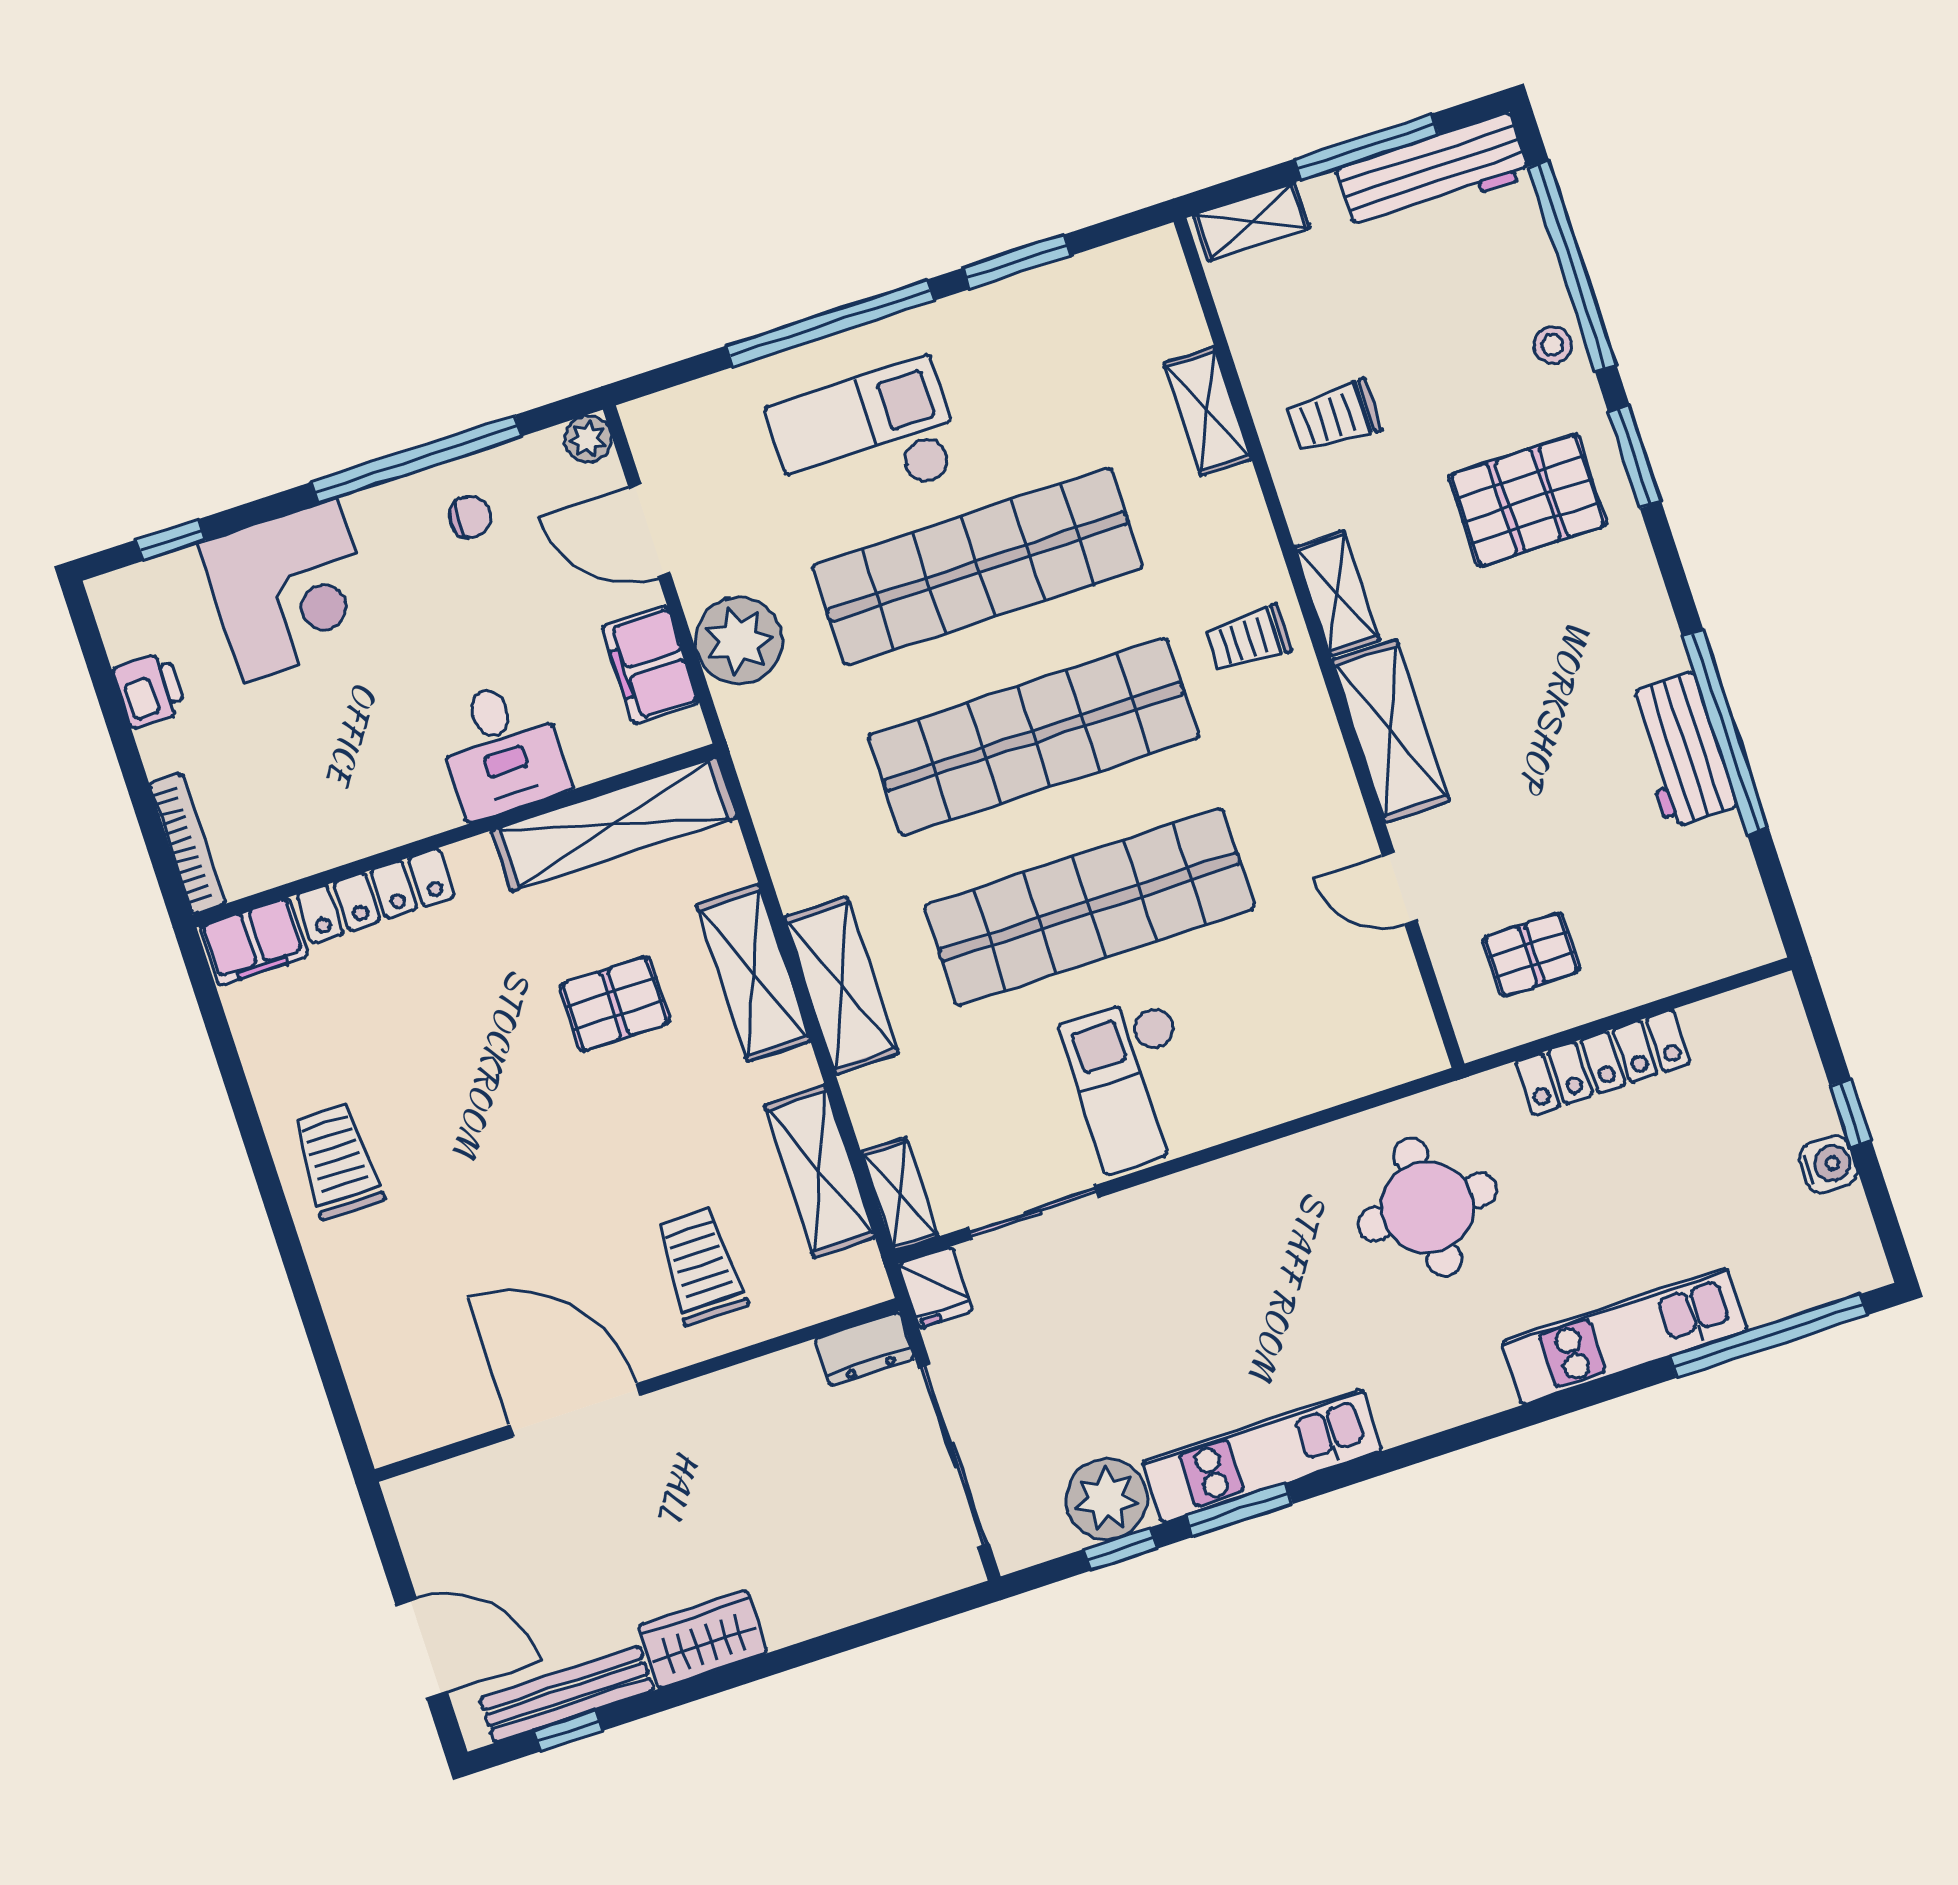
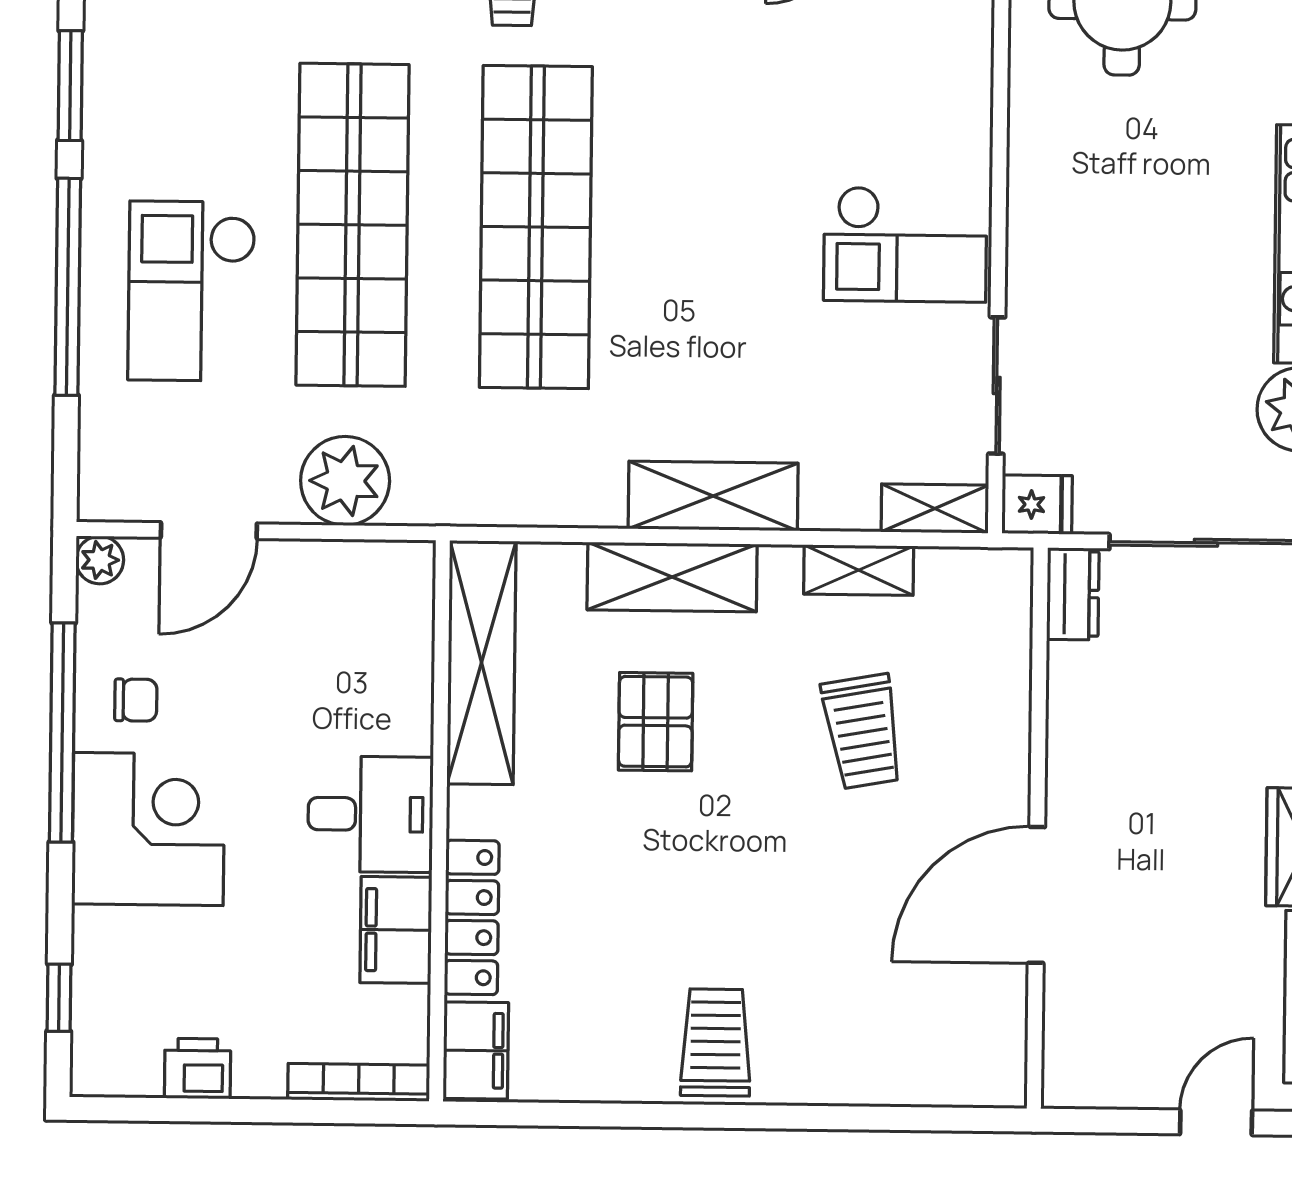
chair: (470, 517) -> (136, 700), turned 90
corner desk: (290, 590) -> (148, 829), moved
filing cabinet: (650, 665) -> (396, 930), moved, turned 90
desk: (502, 749) -> (370, 814), moved
shop shelf: (1090, 907) -> (719, 229), removed
trolley: (337, 1161) -> (716, 1042), turned 90
shelving: (820, 1171) -> (859, 570), width x0.67, depth x0.75
trolley: (701, 1267) -> (863, 731), moved, turned -100
door: (422, 1648) -> (1216, 1122), width x0.73

